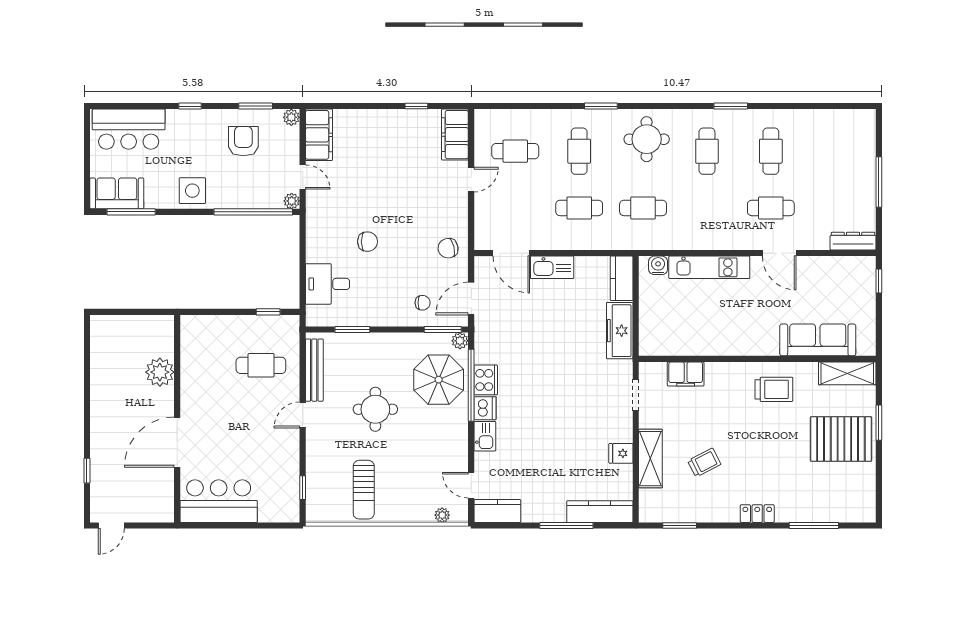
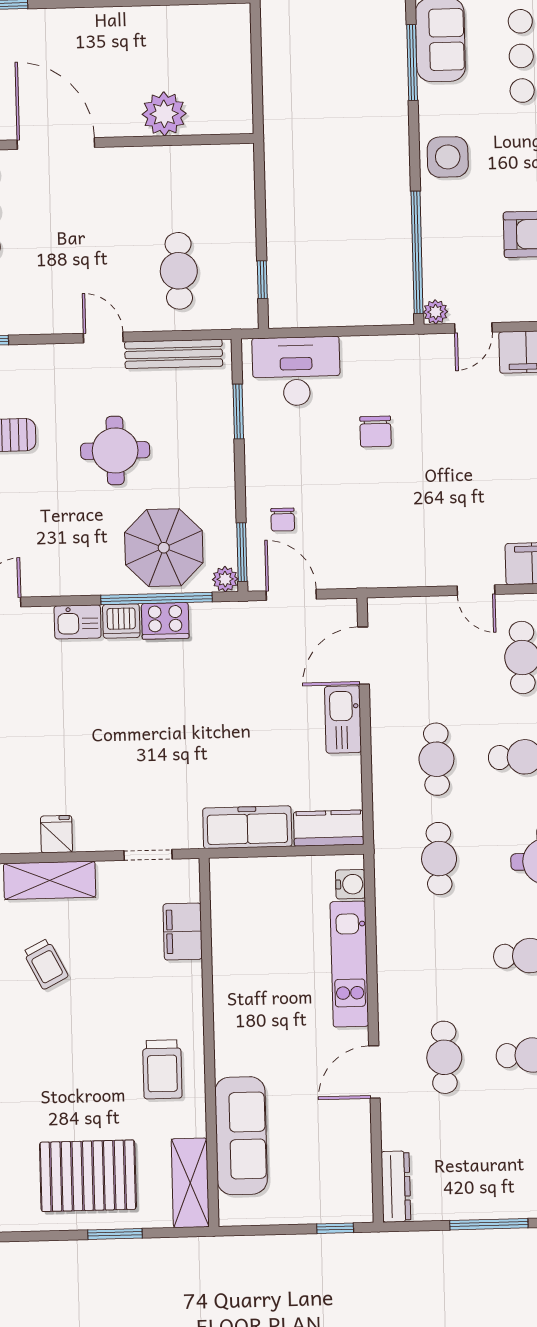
chair: (448, 248) -> (368, 557), removed
desk: (327, 284) -> (296, 371), width x1.37
pallet: (841, 439) -> (88, 1176), turned 90

